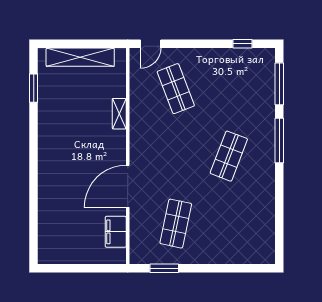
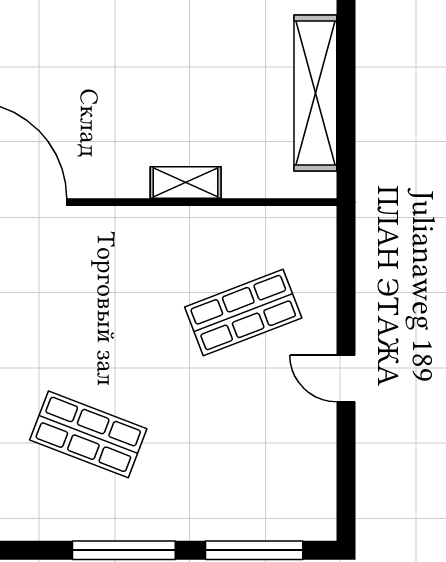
door: (151, 44) -> (346, 379), moved
window: (243, 44) -> (346, 466), removed

